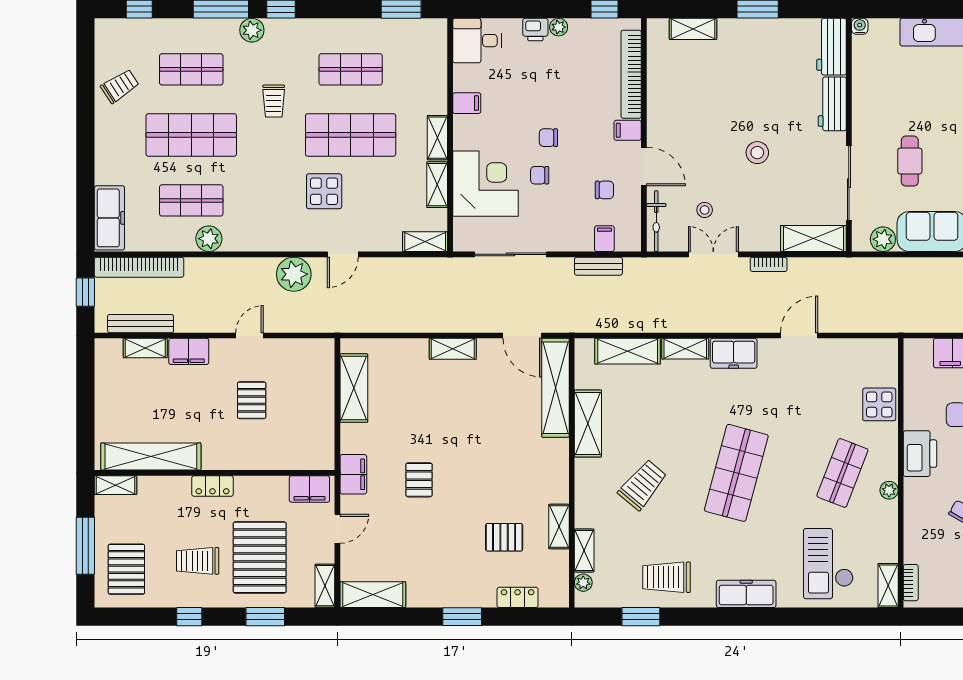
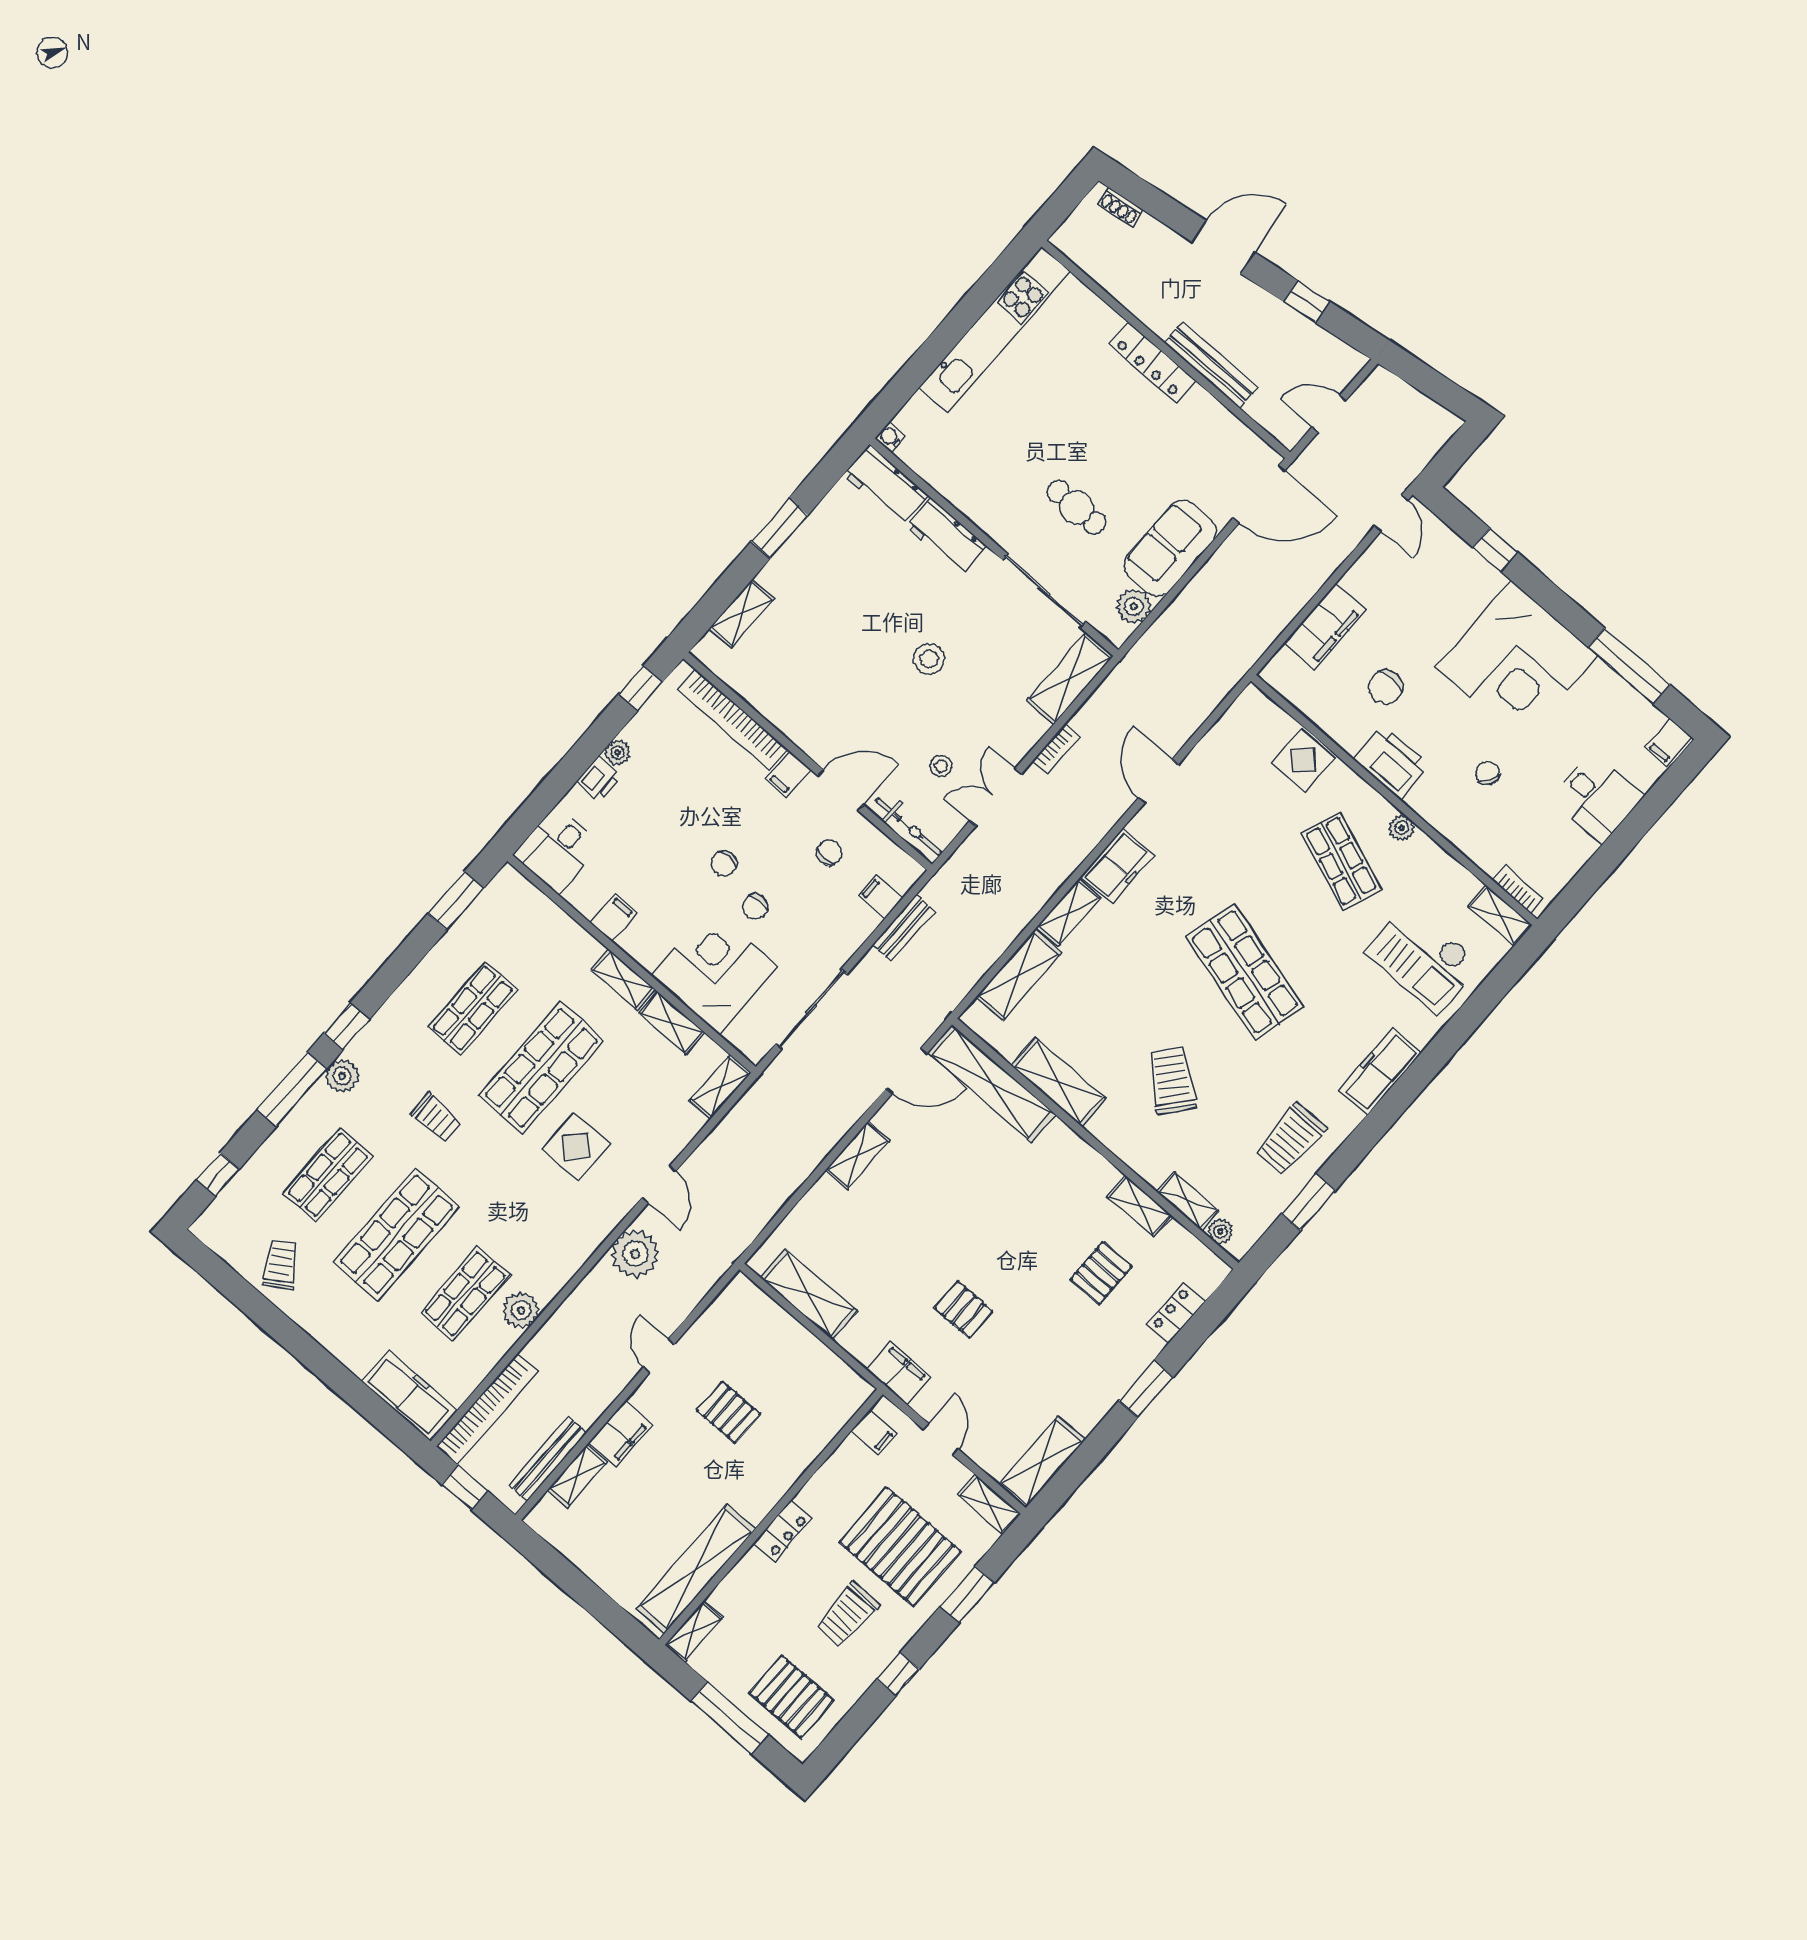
filing cabinet: (309, 489) -> (874, 1432), width x0.50

